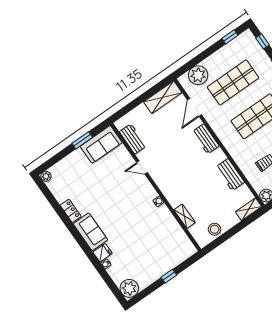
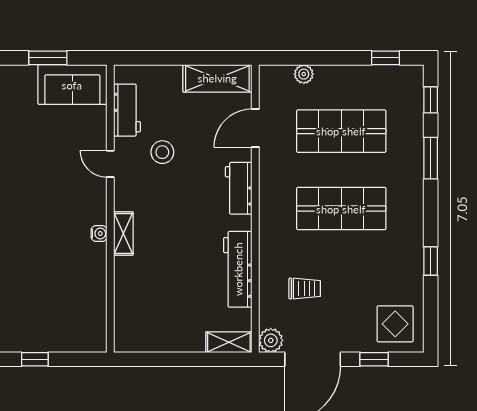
plant: (198, 75) -> (304, 74), width x0.53, depth x0.53
workbench: (230, 175) -> (238, 269), width x1.38
shelving: (185, 216) -> (123, 233), moved
stool: (214, 229) -> (162, 152), moved

